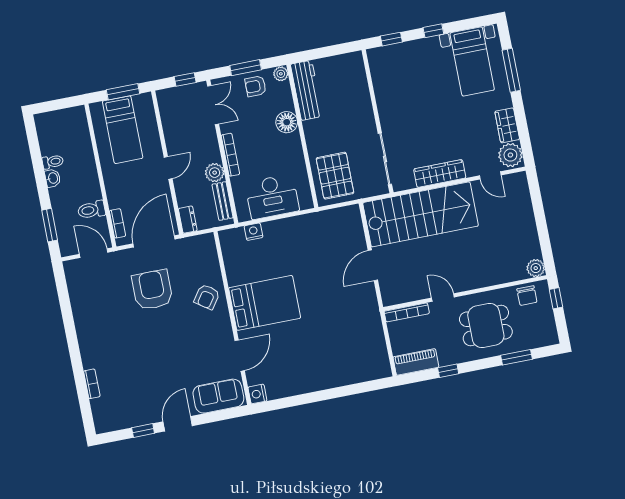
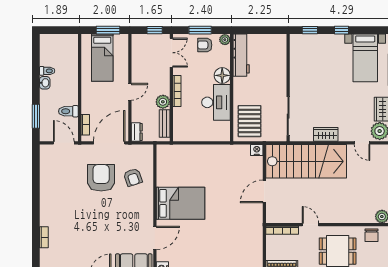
wardrobe: (440, 173) -> (326, 134), width x0.67
desk: (272, 197) -> (216, 102), moved, turned -90
nightstand: (253, 232) -> (257, 150), moved
armchair: (207, 297) -> (133, 177), moved, turned -54

